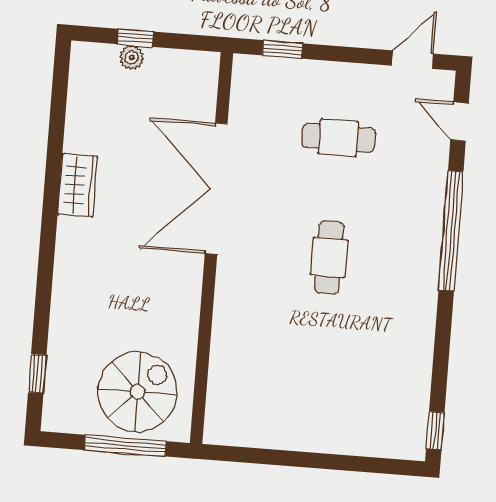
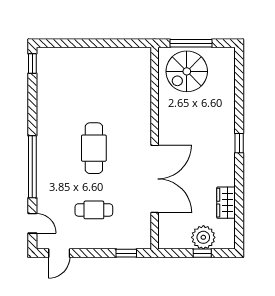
plant: (132, 57) -> (203, 237), width x1.88, depth x1.88
wardrobe: (78, 186) -> (226, 203), moved
cafe table: (329, 257) -> (94, 148), width x1.37, depth x1.35
window: (37, 374) -> (239, 143), moved

